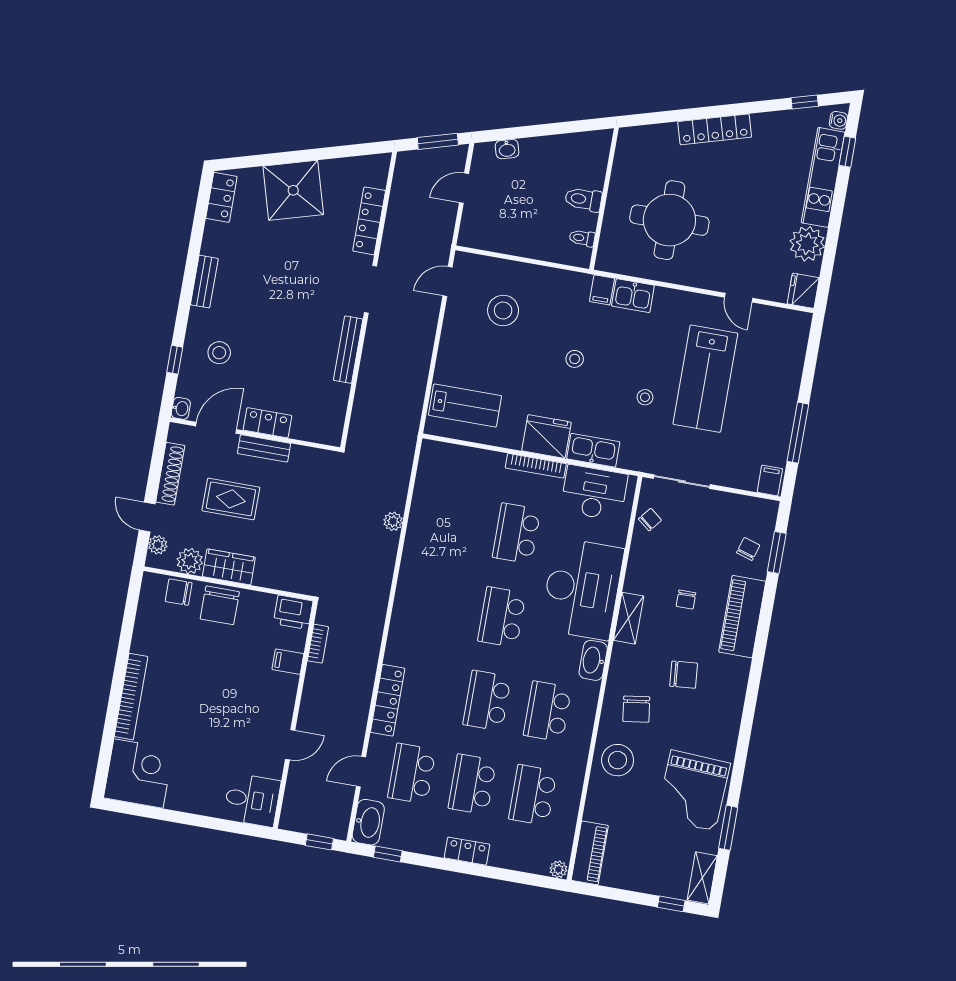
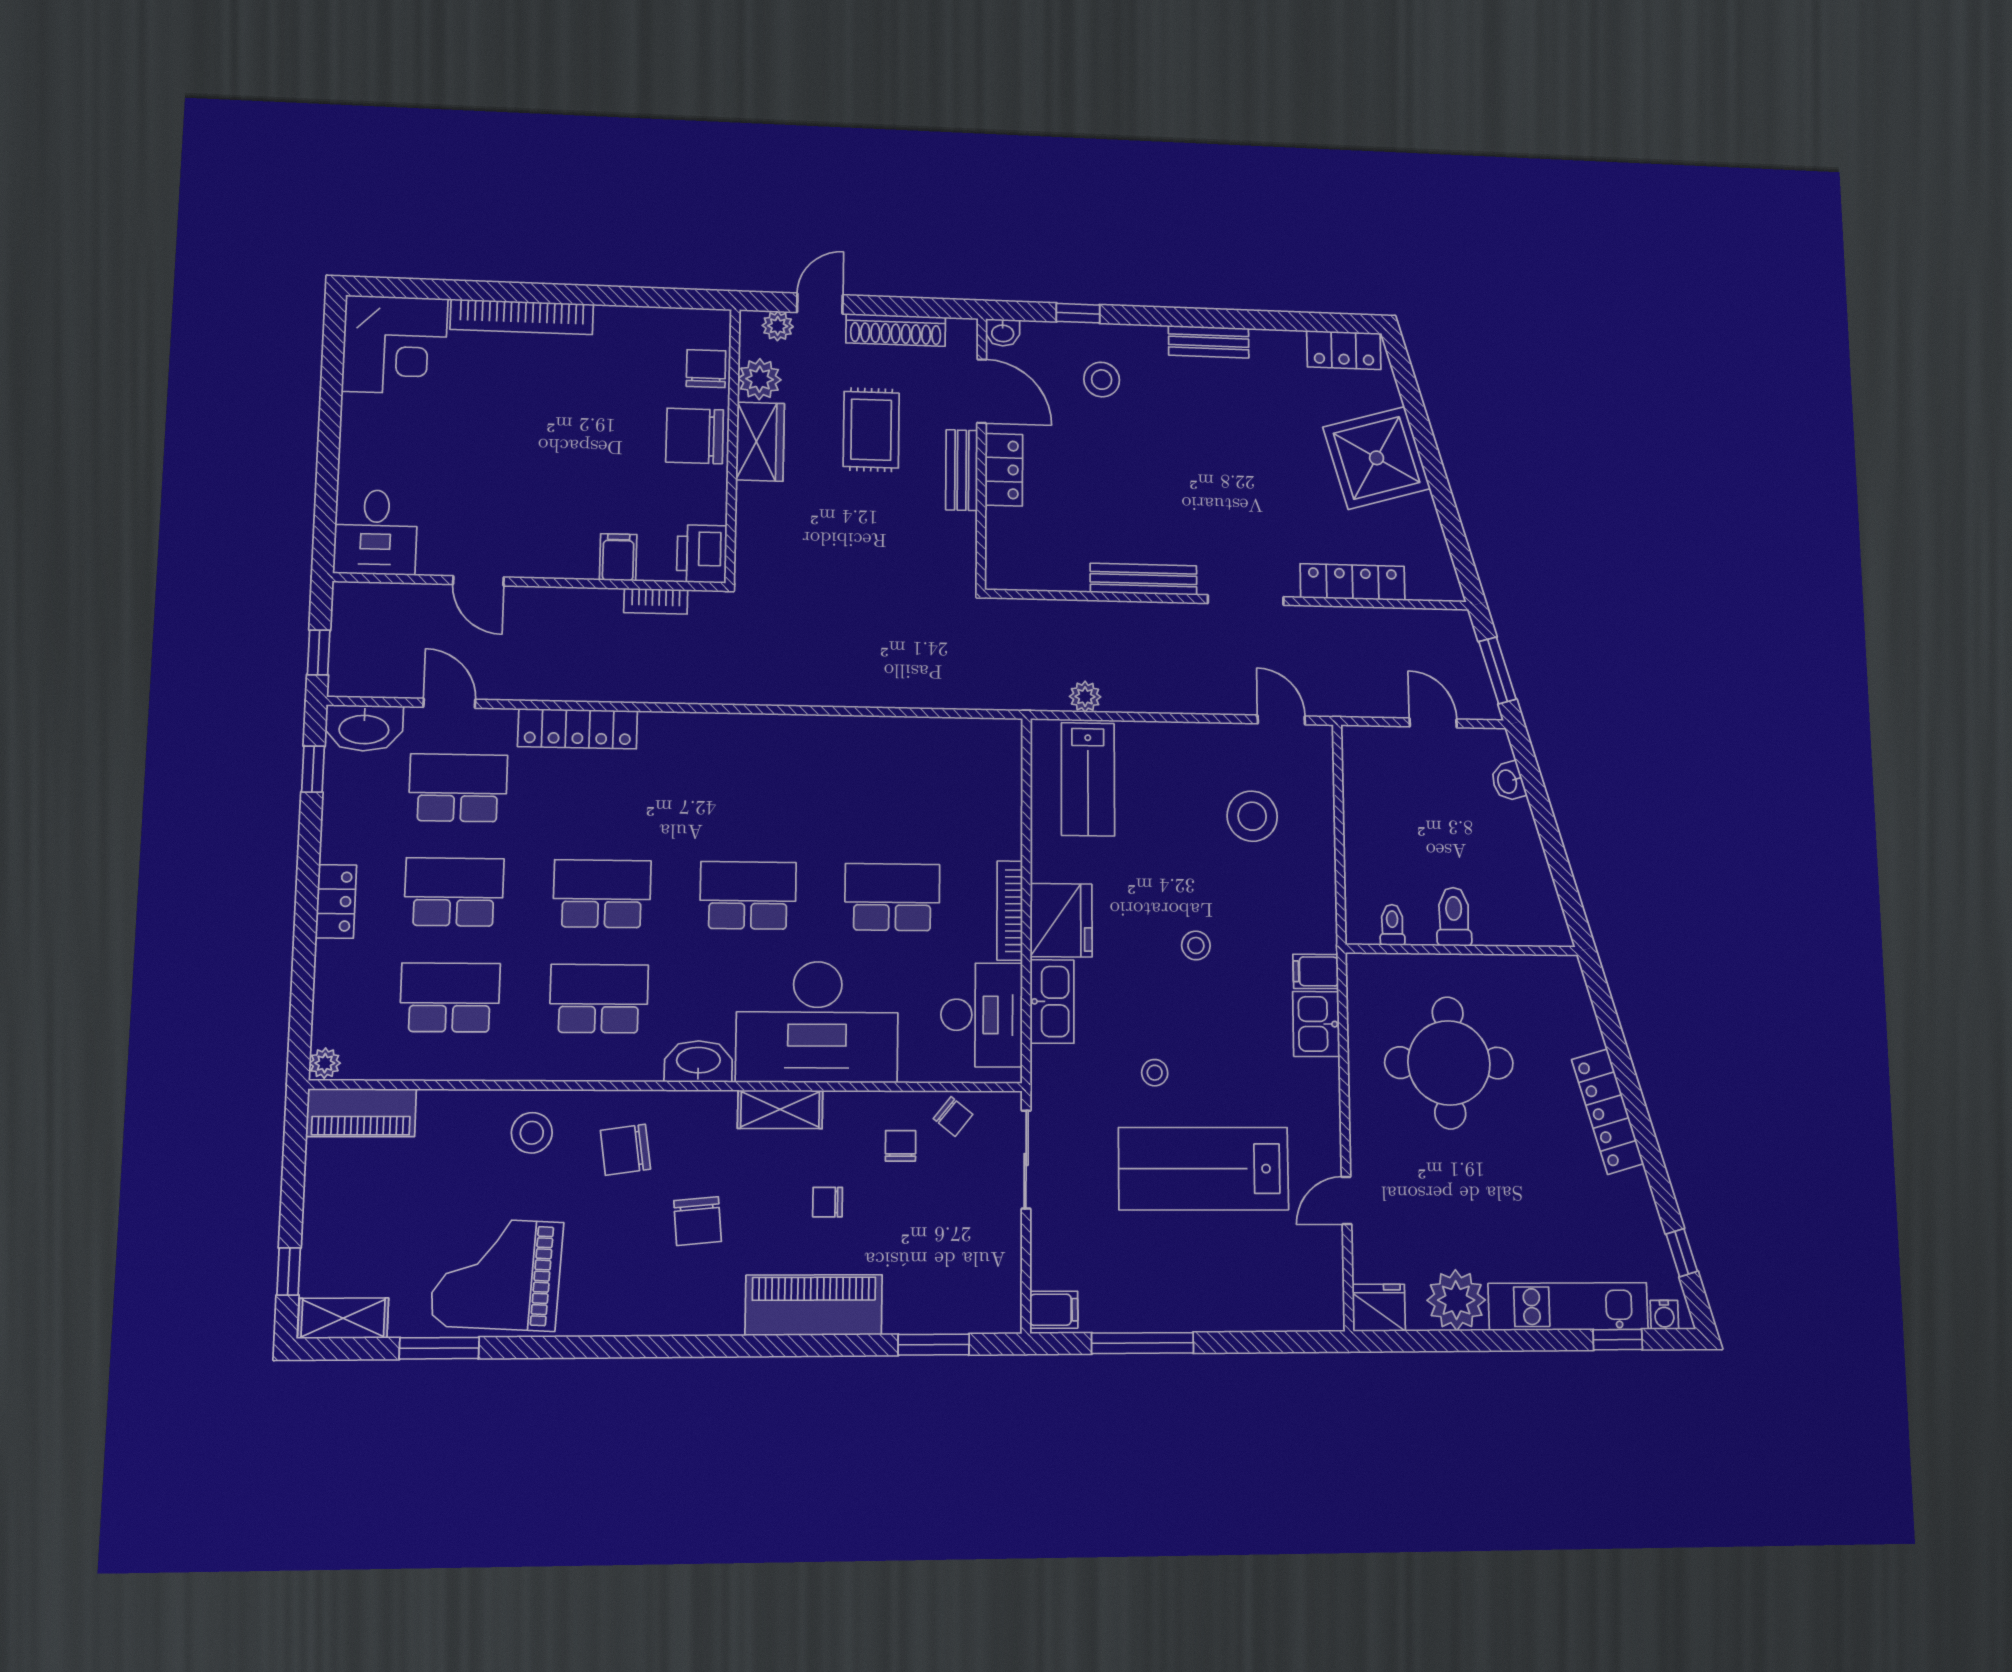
plant: (393, 521) -> (1085, 697), moved
chair: (748, 549) -> (901, 1146), moved, turned -107
stool: (618, 760) -> (532, 1133), width x0.73, depth x0.73

